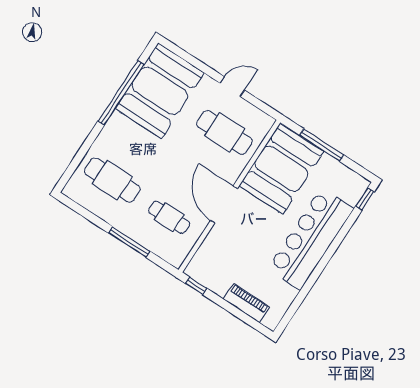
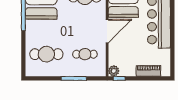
door: (224, 205) -> (107, 31), swing flipped
plant: (195, 270) -> (114, 71), added

